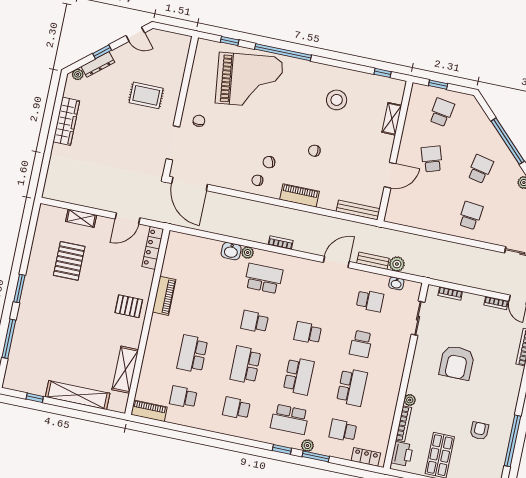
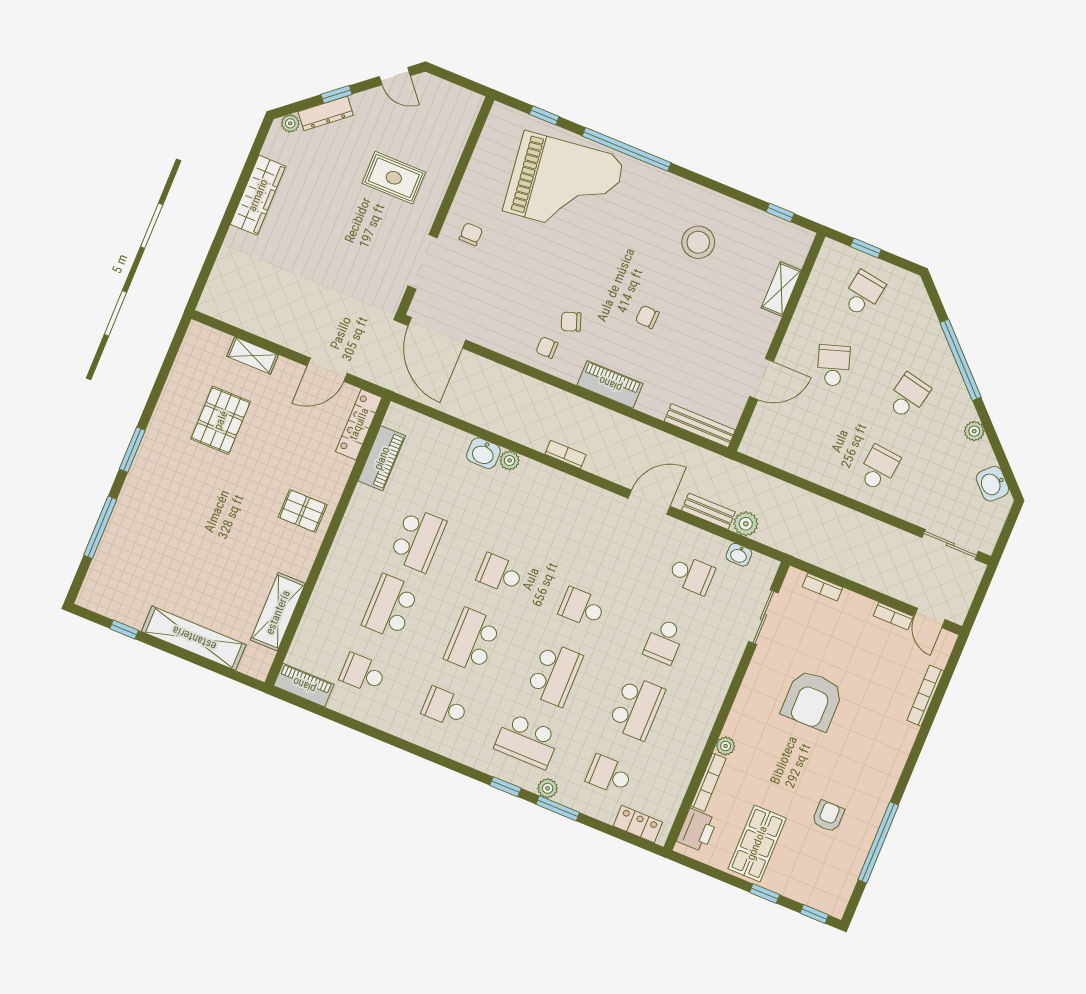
school desk: (264, 278) -> (418, 540), moved, turned 90
piano: (164, 296) -> (382, 458), moved

